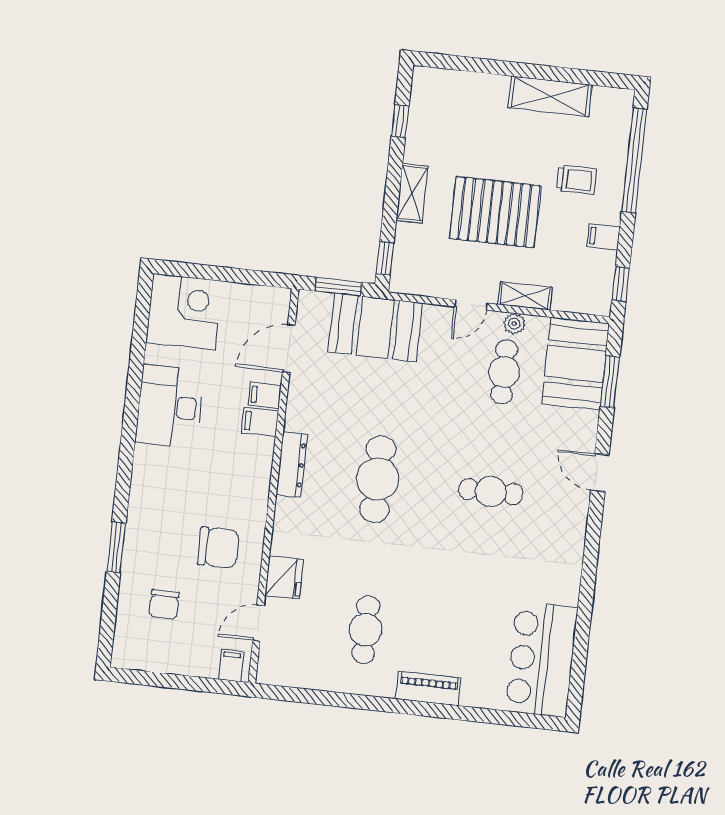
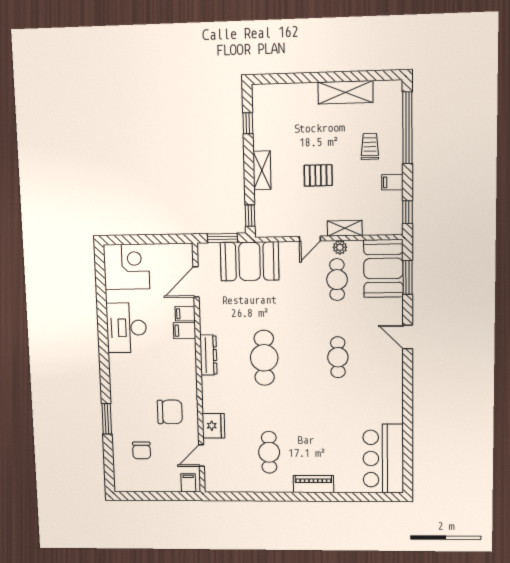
trolley: (576, 180) -> (370, 146), turned -90
pallet: (495, 212) -> (318, 175), width x0.49, depth x0.50
cafe table: (491, 492) -> (338, 357), turned 90

